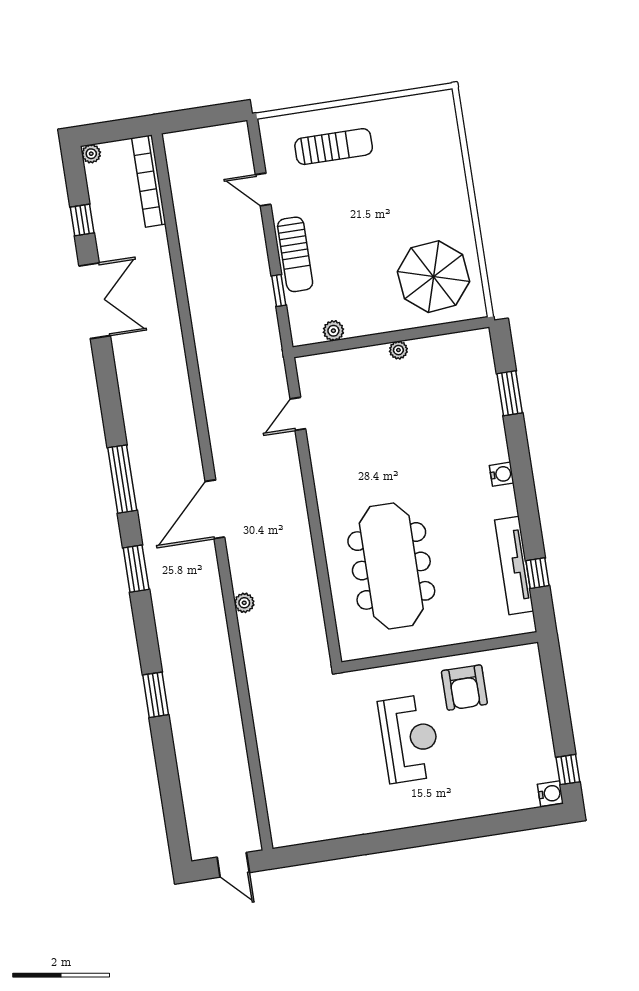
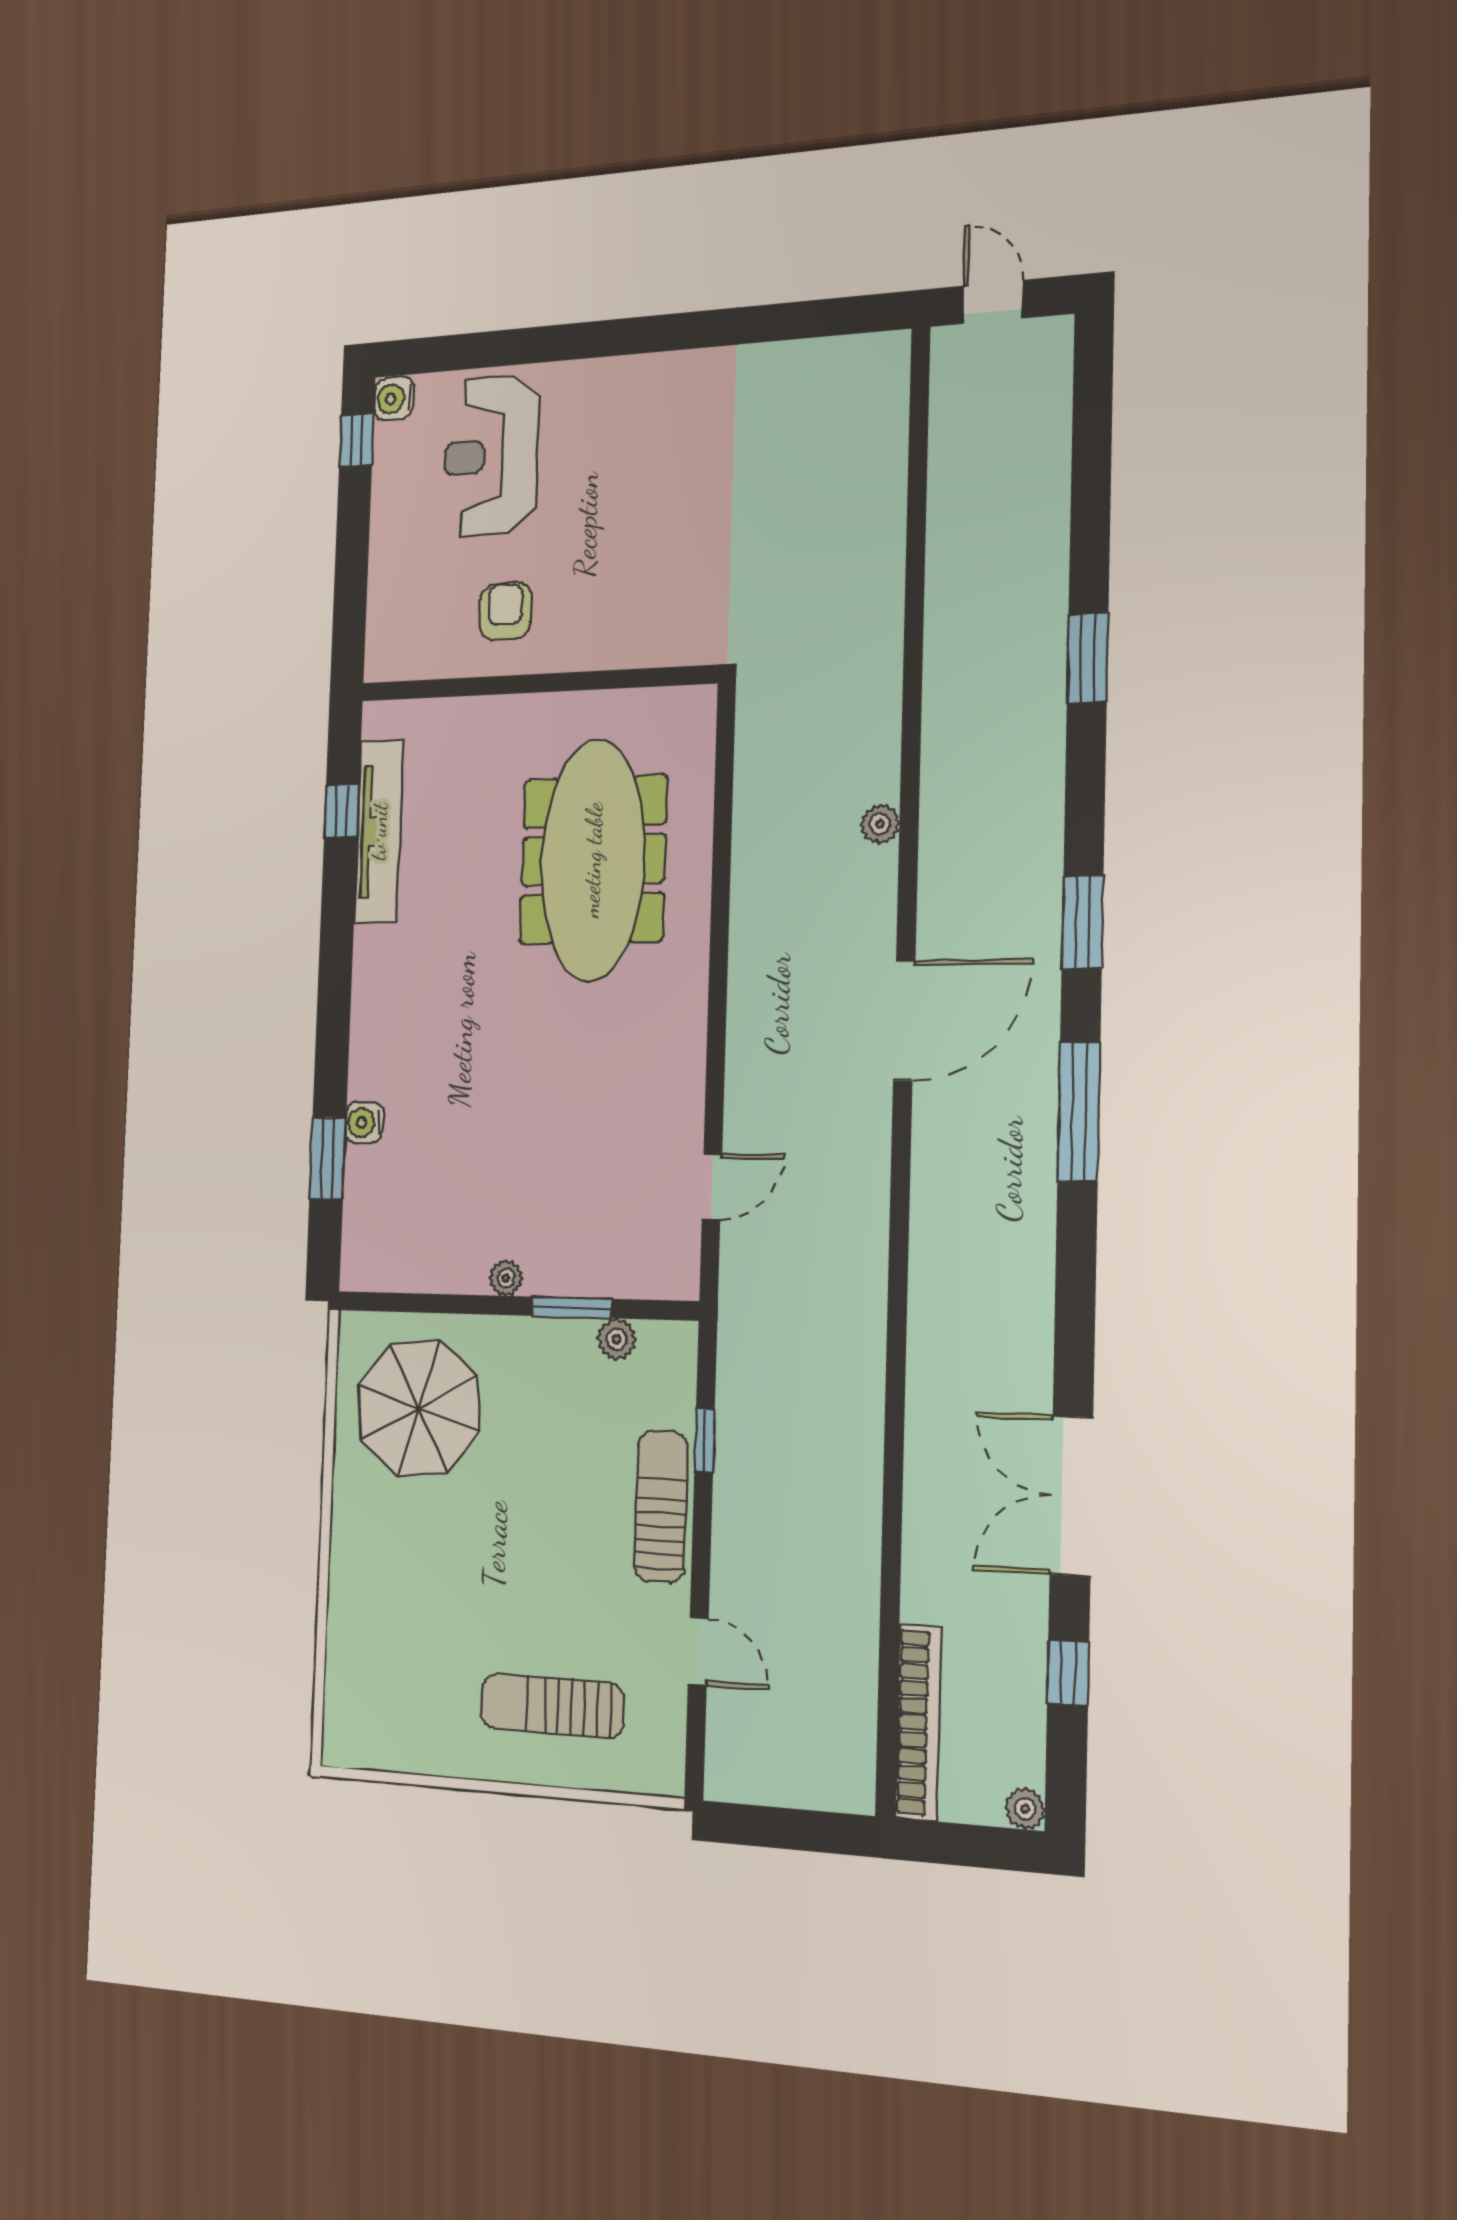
window: (360, 342) -> (572, 1307), added
water cooler: (502, 474) -> (364, 1123), moved
armchair: (464, 688) -> (505, 611), width x0.72, depth x0.72
reception desk: (410, 739) -> (491, 456), moved

